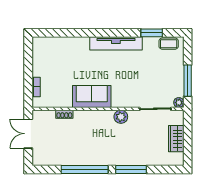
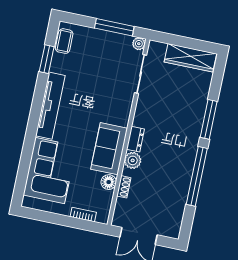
corner sofa: (65, 54) -> (50, 170), added
floor lamp: (66, 102) -> (109, 182), added
dresser: (104, 115) -> (135, 139), added
plant: (121, 117) -> (133, 160), moved
wardrobe: (176, 139) -> (190, 58), width x1.50

